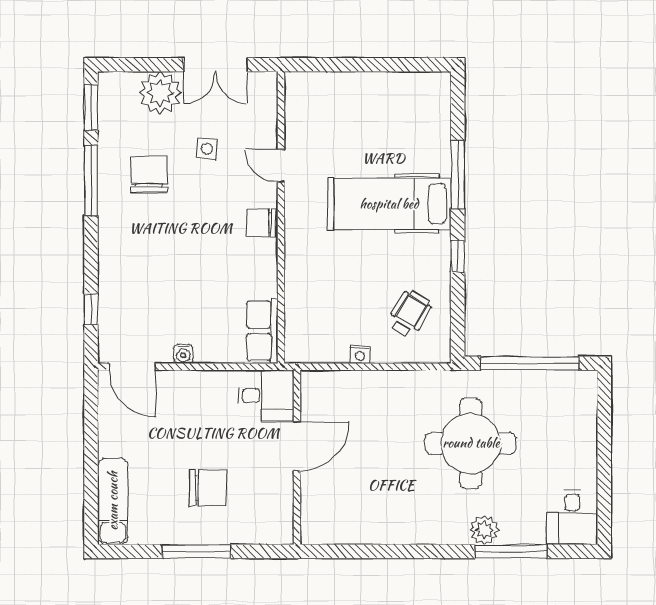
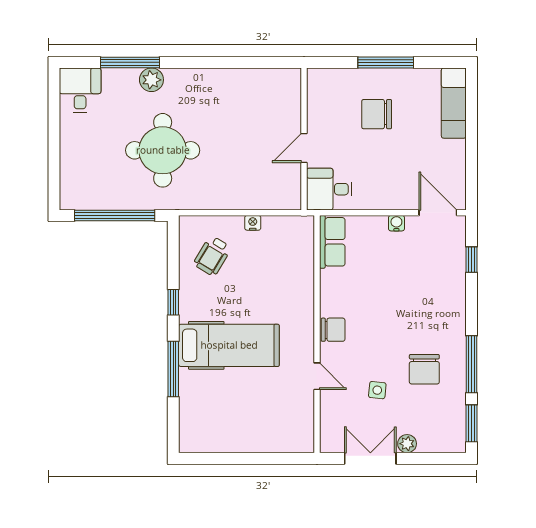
plant: (160, 93) -> (407, 444), width x0.53, depth x0.53
door: (297, 446) -> (304, 148), width x0.73

